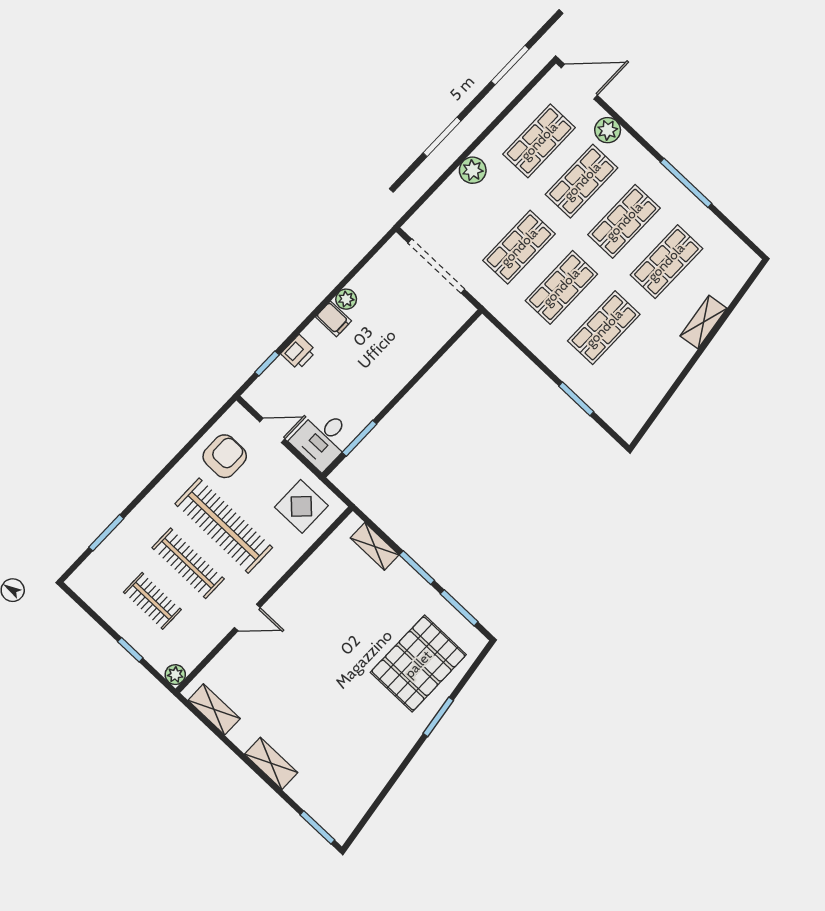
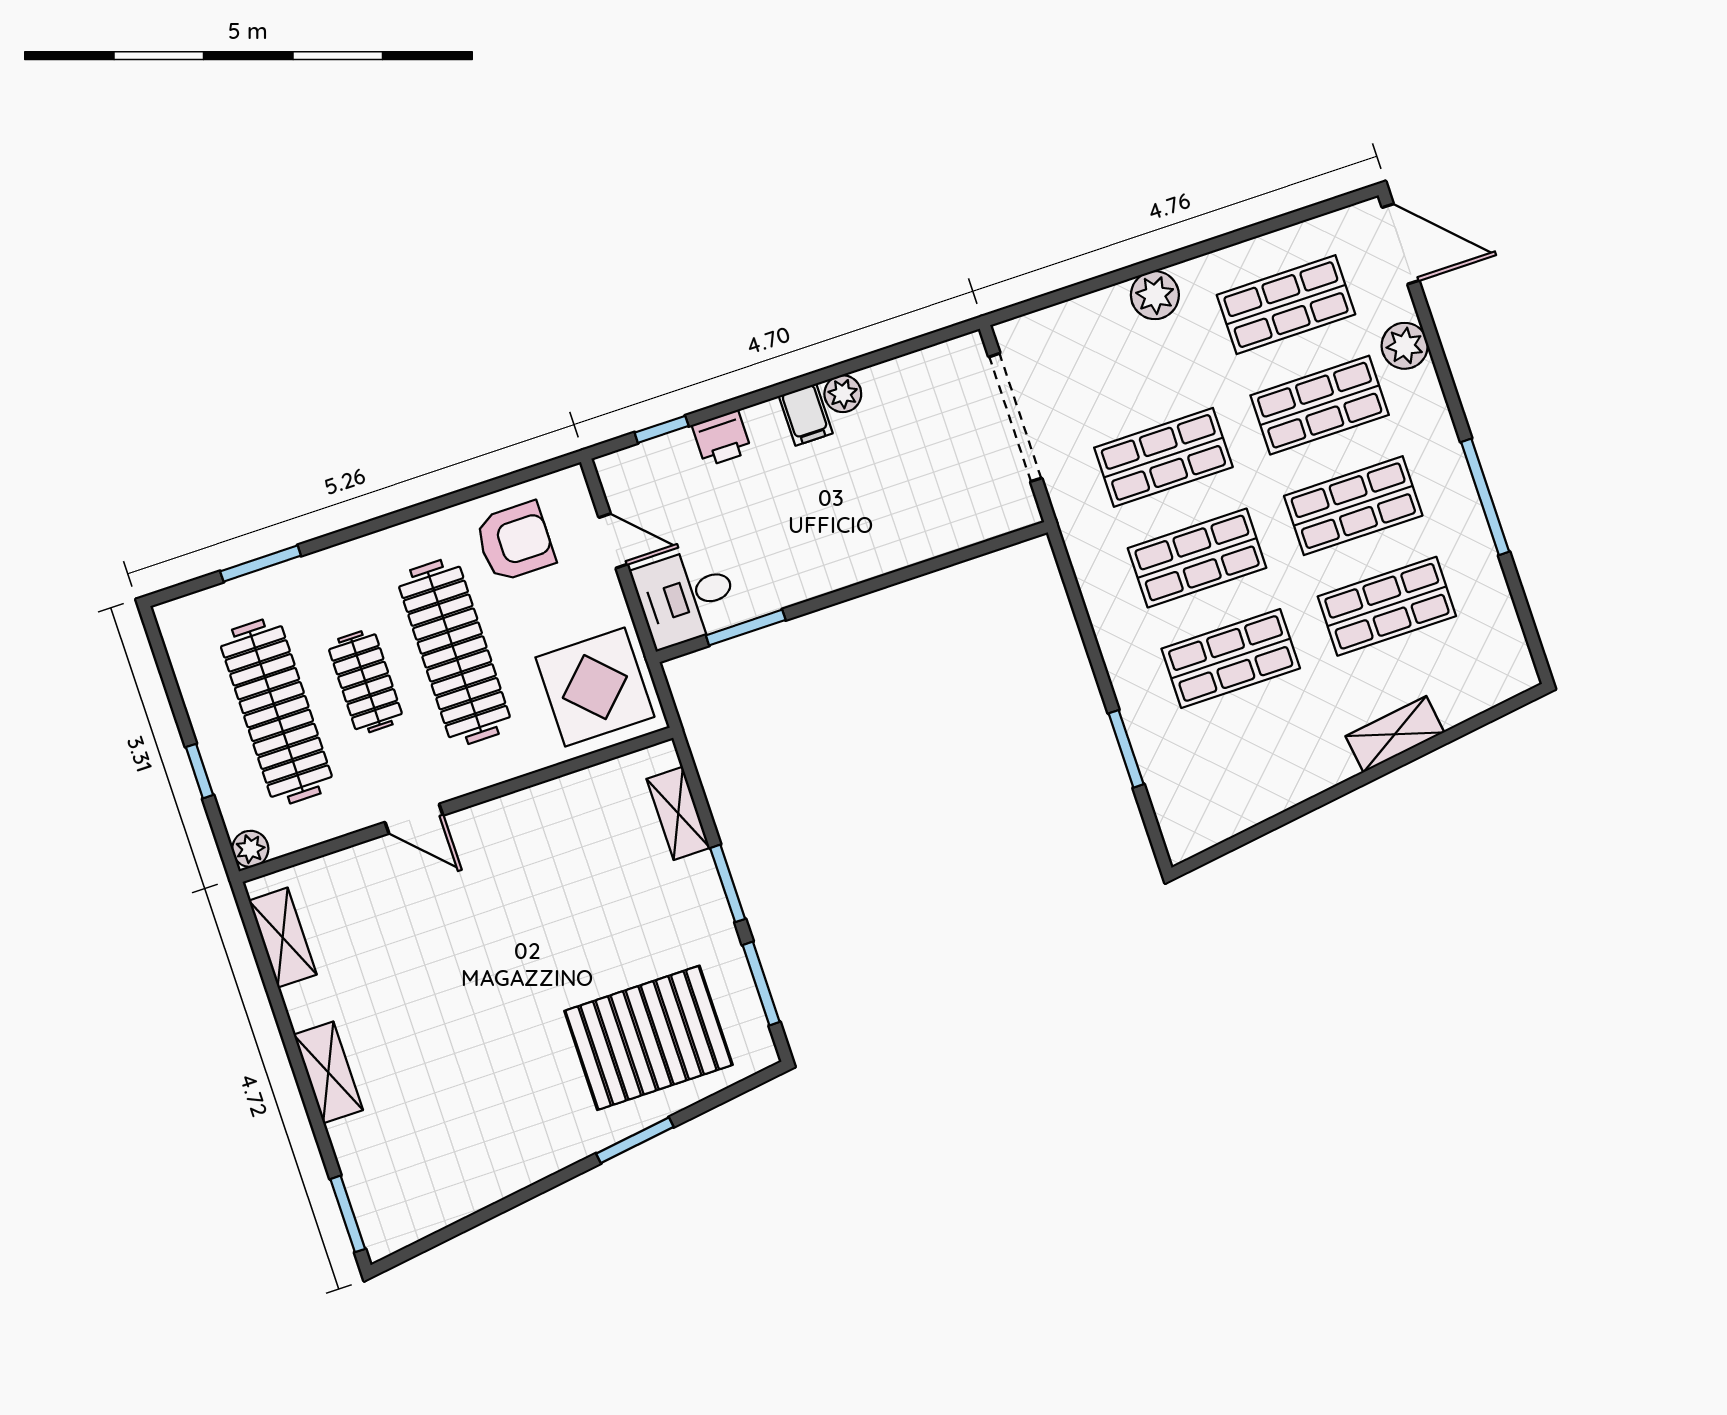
display table: (301, 506) -> (595, 687), width x1.36, depth x1.36
clothes rail: (188, 563) -> (365, 682), width x0.73
clothes rail: (152, 601) -> (276, 712), width x1.86, depth x1.31

